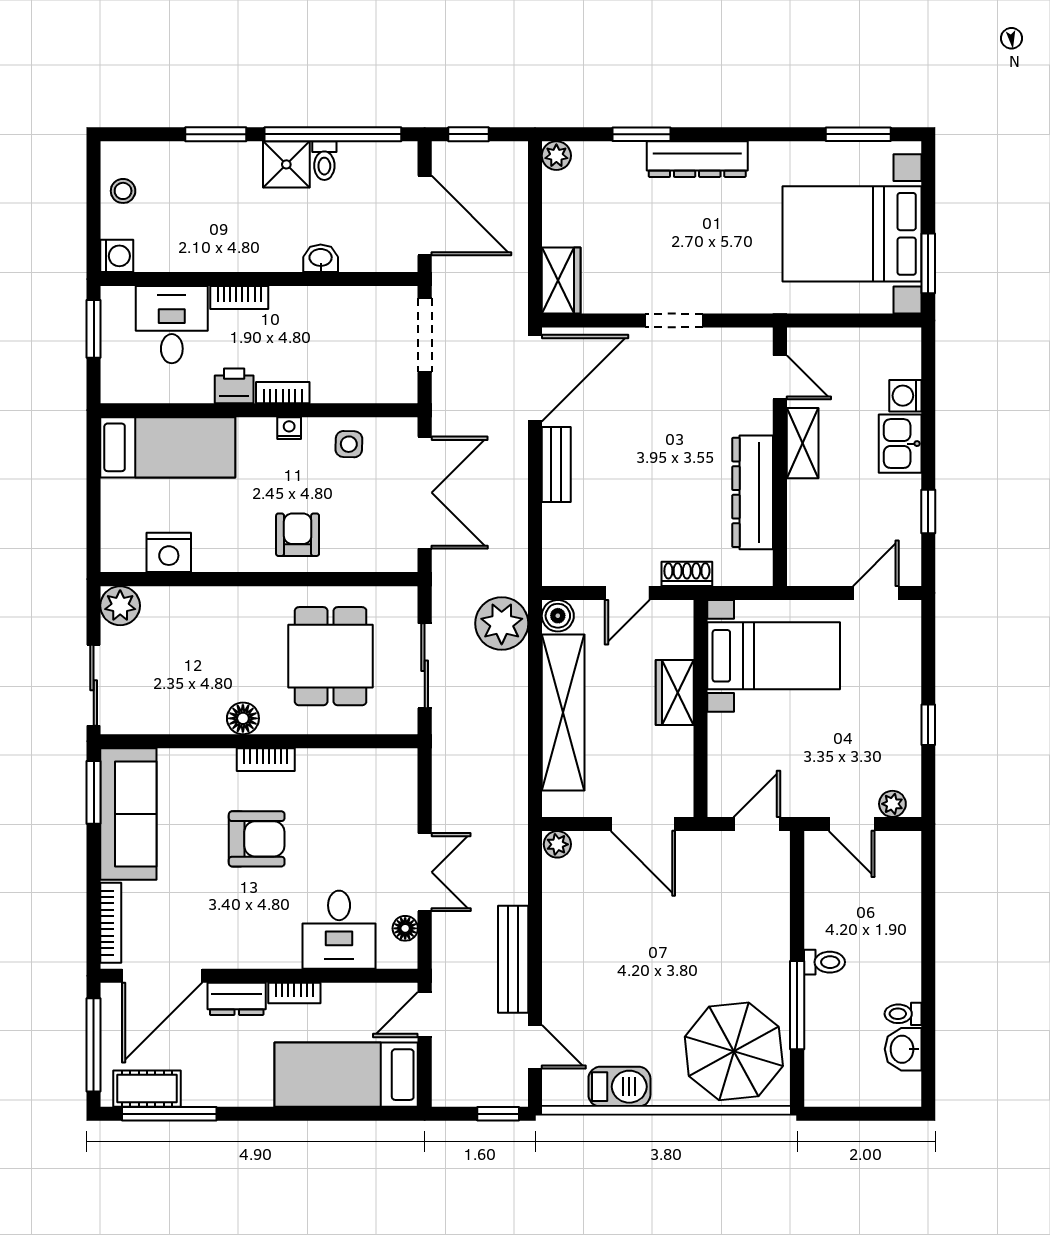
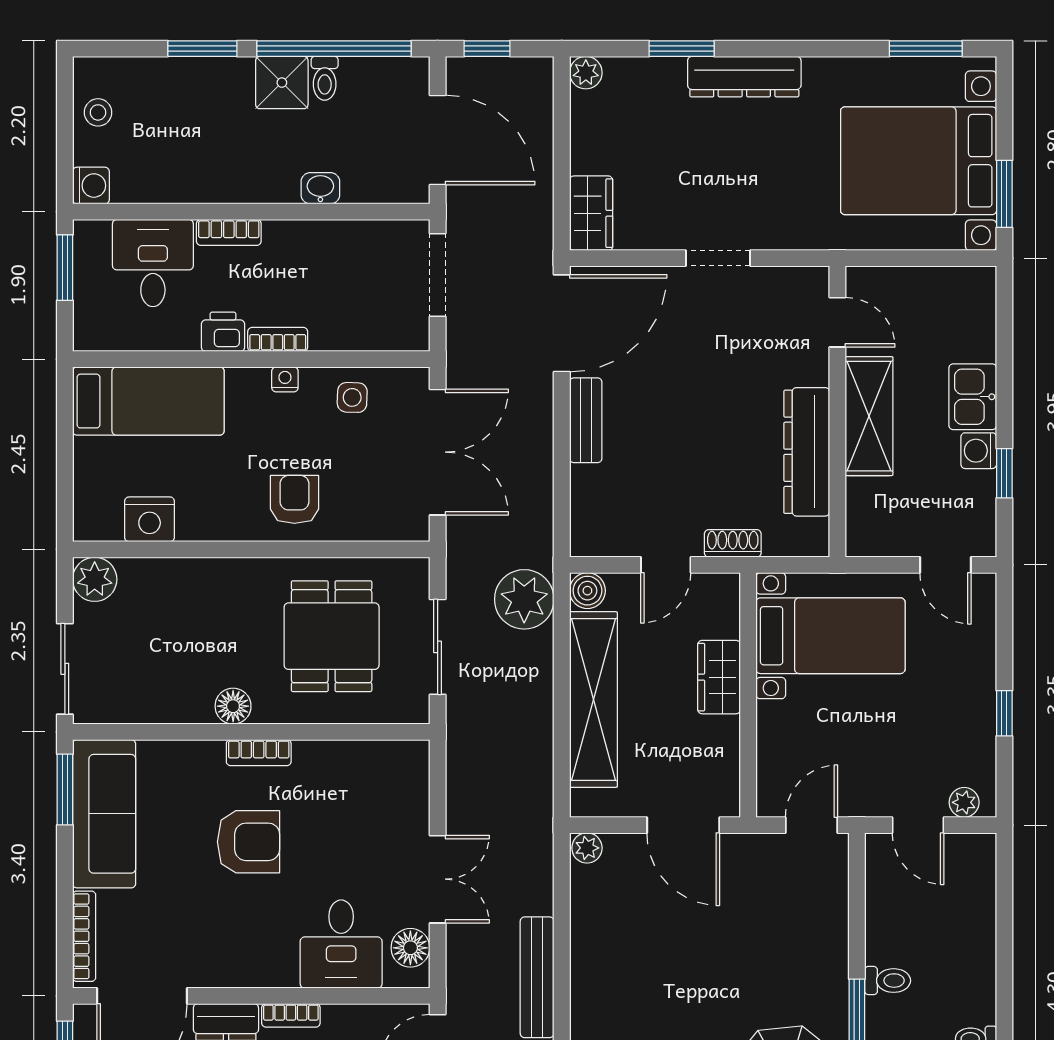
washing machine: (905, 396) -> (979, 451), moved
shelving: (803, 443) -> (869, 416), width x1.50, depth x1.33
door: (876, 593) -> (946, 565), swing flipped
floor lamp: (405, 928) -> (410, 948), width x1.37, depth x1.37

